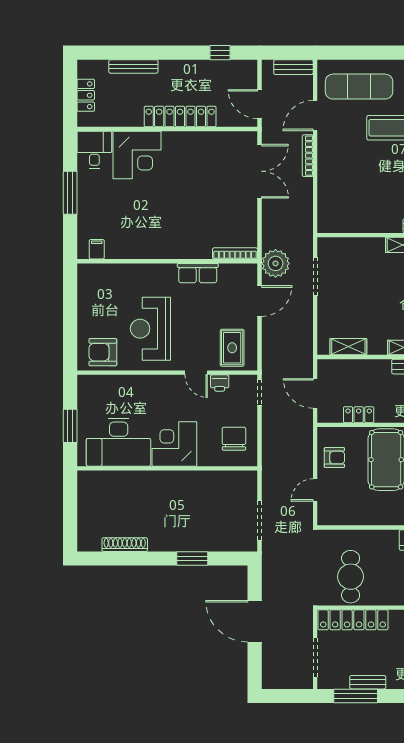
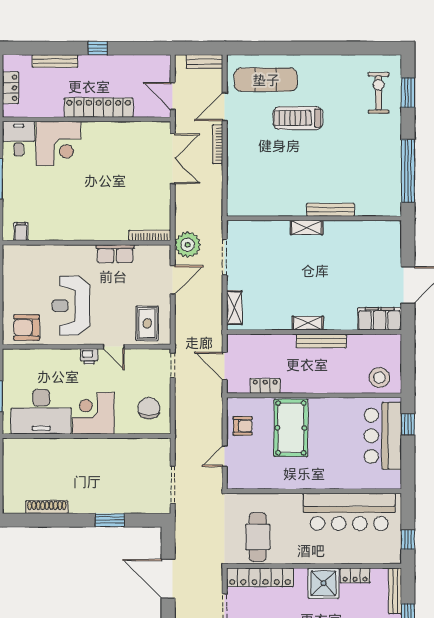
window: (220, 53) -> (97, 48), moved
shelving: (348, 347) -> (234, 308), moved, turned 90
printer: (220, 383) -> (89, 356), moved

